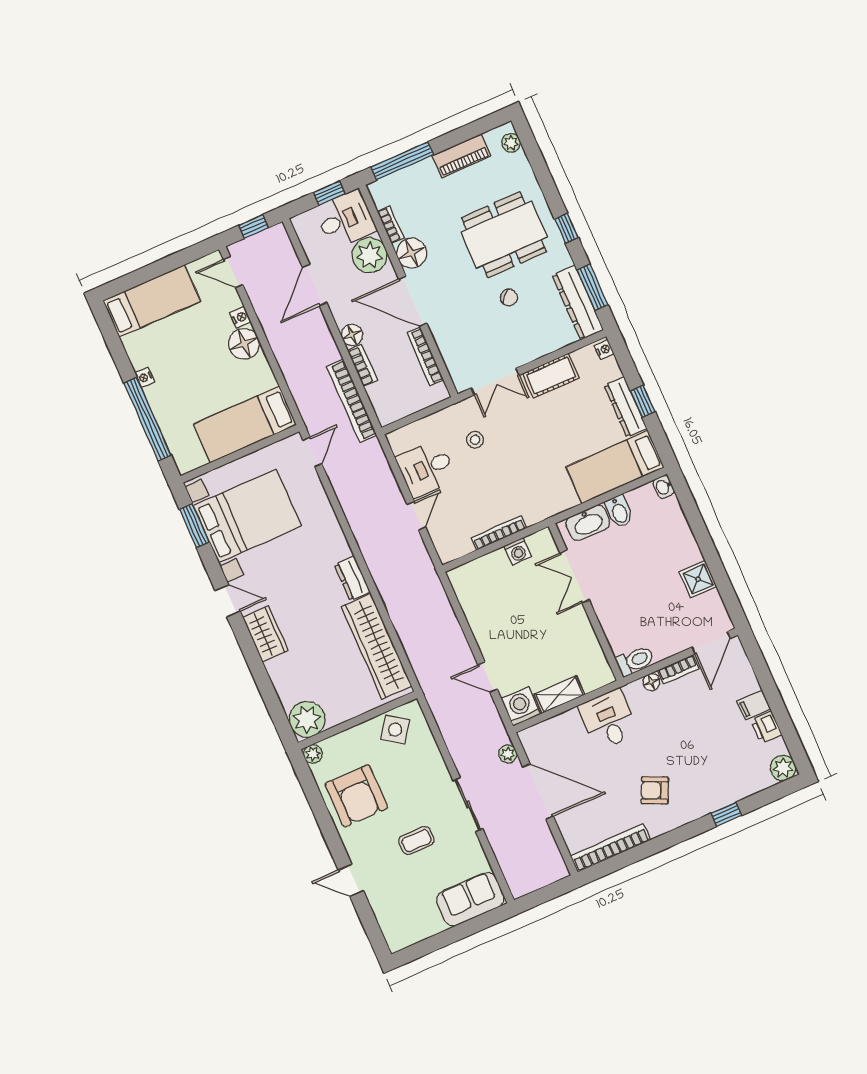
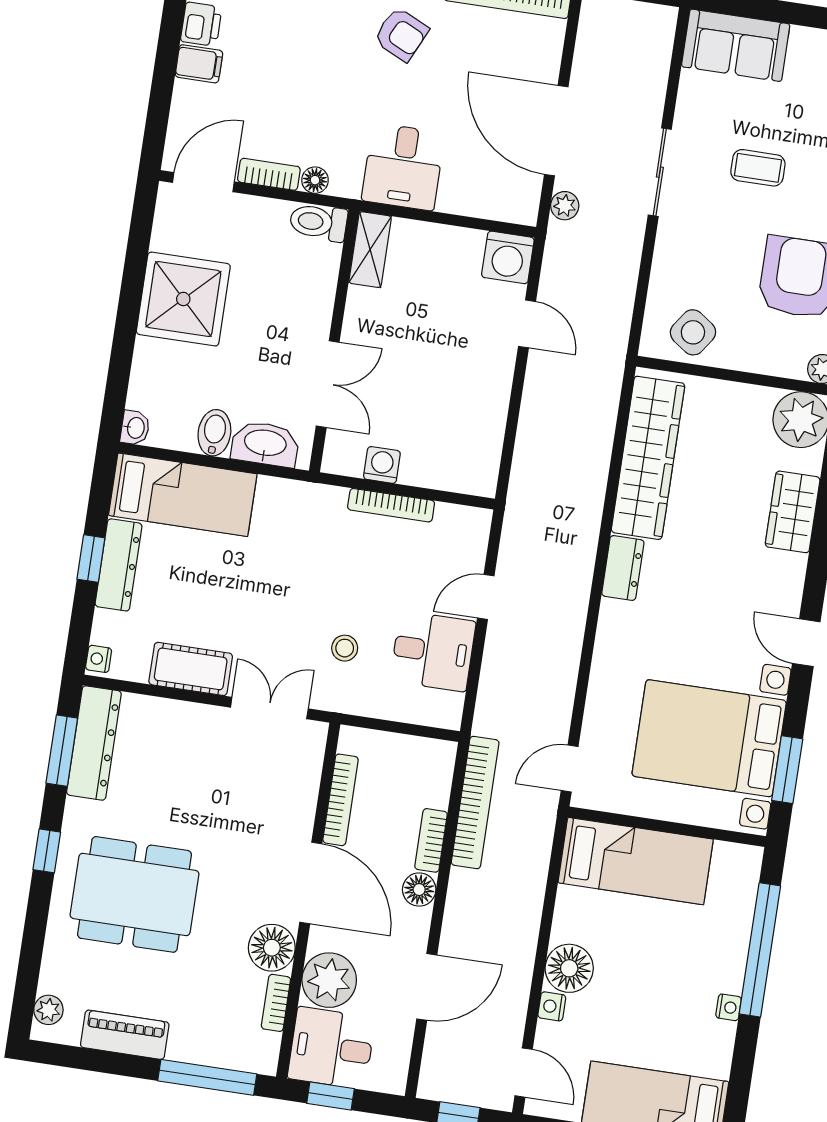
chair: (509, 297) -> (180, 807), removed
shower: (698, 579) -> (183, 299), width x1.86, depth x1.86
wardrobe: (265, 634) -> (793, 512), moved
shelving: (559, 694) -> (370, 250), moved, turned 90

